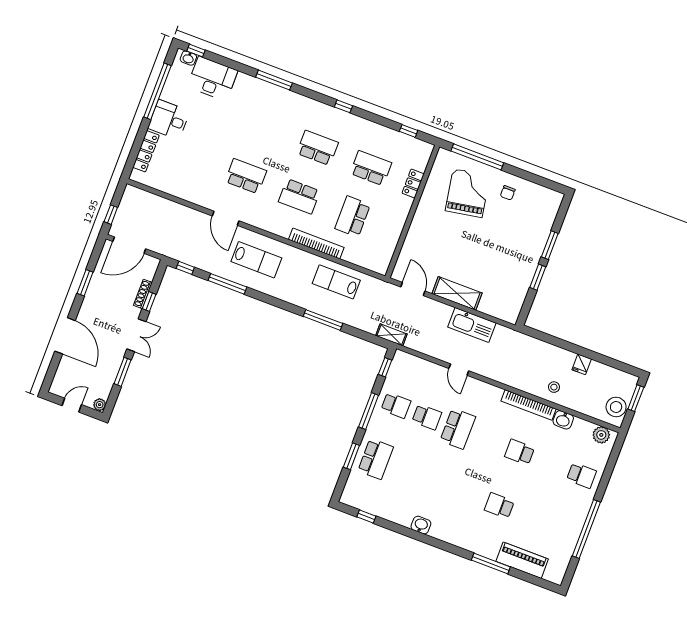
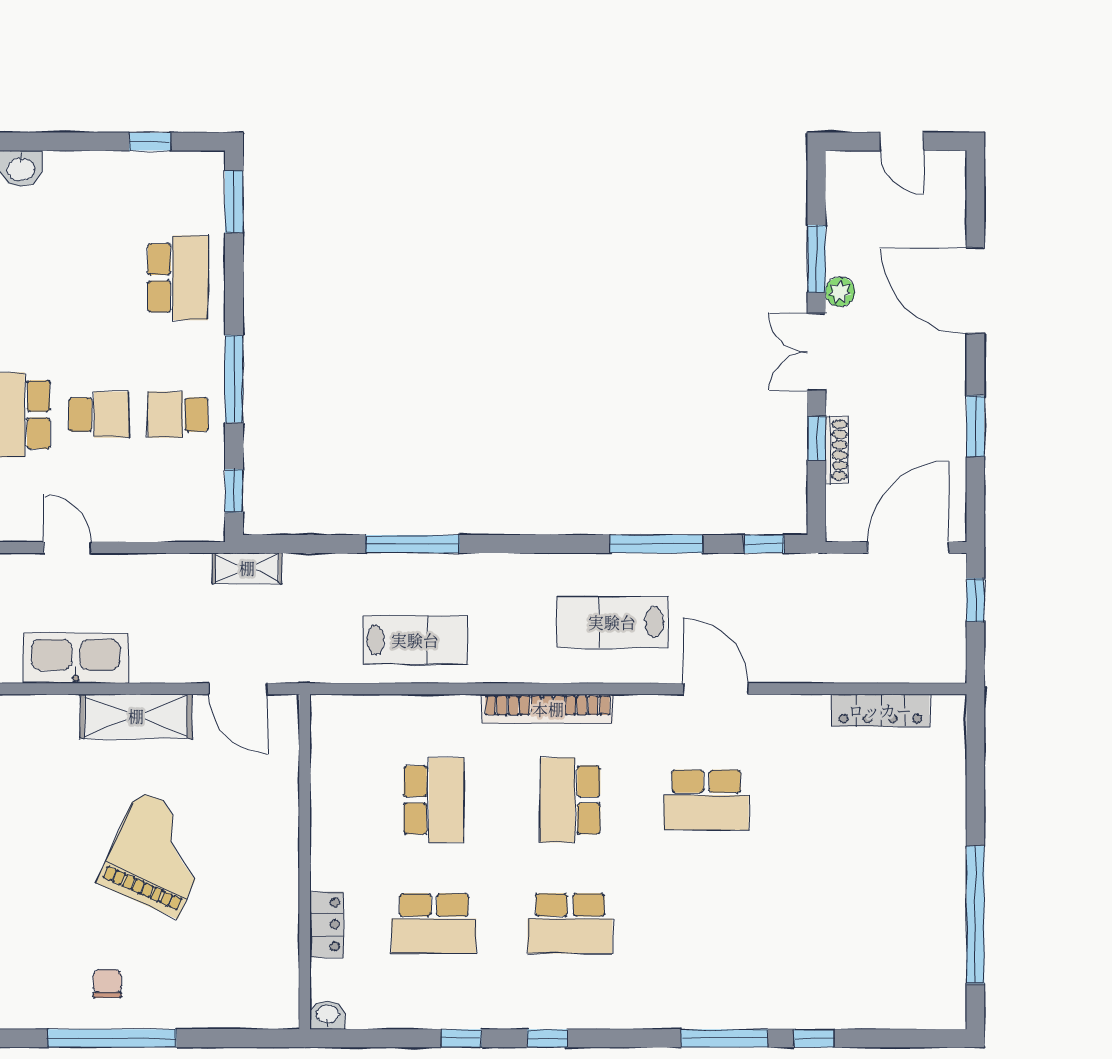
window: (196, 51) -> (814, 1038), moved
washbasin: (188, 58) -> (328, 1015), moved
desk: (212, 79) -> (863, 990), removed
desk: (169, 120) -> (926, 861), removed
window: (409, 131) -> (461, 1038), moved
locker: (146, 151) -> (880, 710), moved, turned -90
window: (477, 157) -> (112, 1038), moved
grand piano: (468, 193) -> (158, 854), moved, turned -146
school desk: (299, 196) -> (570, 800), turned -90
bookcase: (316, 244) -> (548, 709), moved
door: (72, 405) -> (902, 141), hinge flipped
plant: (100, 405) -> (840, 292), moved
school desk: (427, 417) -> (99, 415), turned 180
window: (351, 456) -> (234, 202), moved
school desk: (376, 459) -> (178, 278), turned 180

